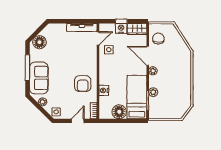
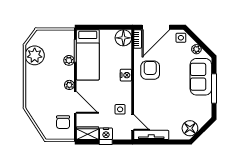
door: (98, 38) -> (133, 122), swing flipped
floor lamp: (39, 42) -> (190, 128), moved
nightstand: (104, 90) -> (126, 75), moved
plant: (183, 97) -> (35, 55), added
floor lamp: (119, 112) -> (123, 38), moved
door: (78, 121) -> (156, 27), width x1.87

